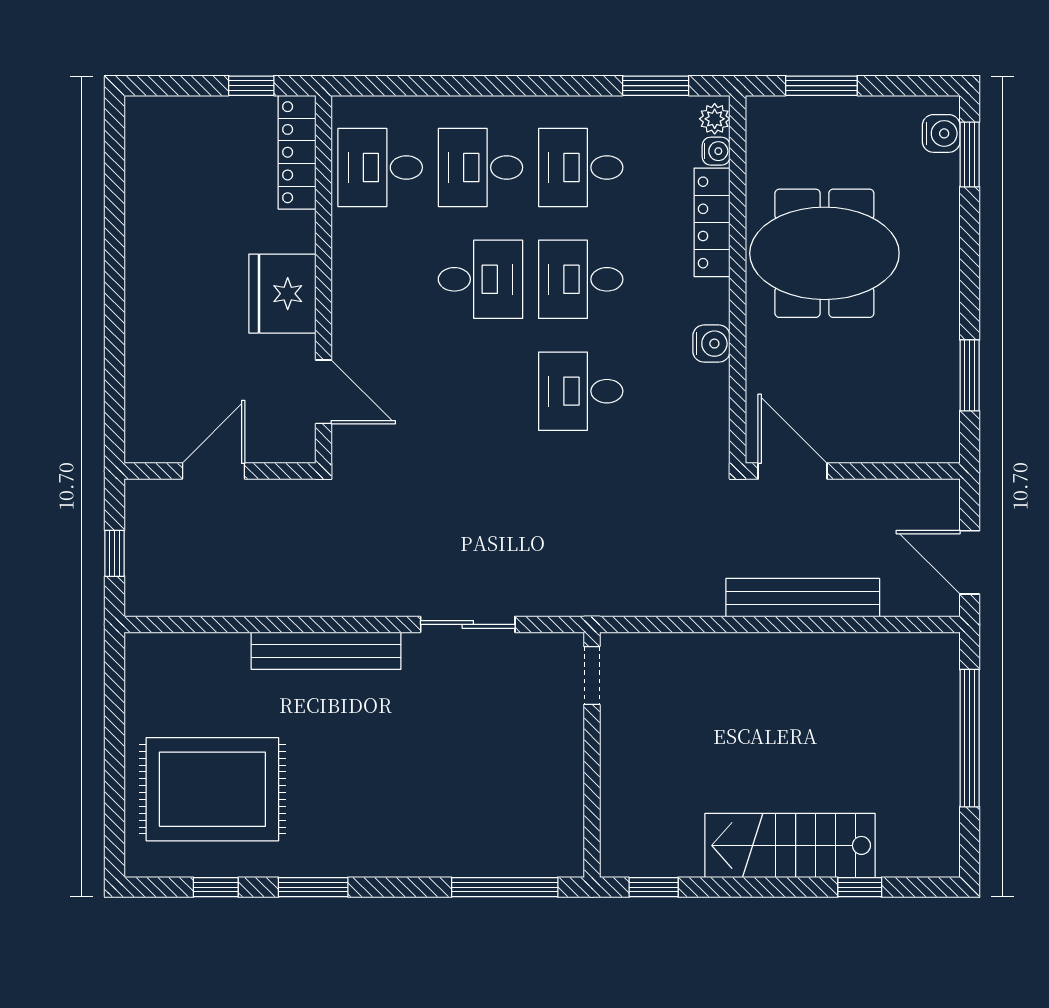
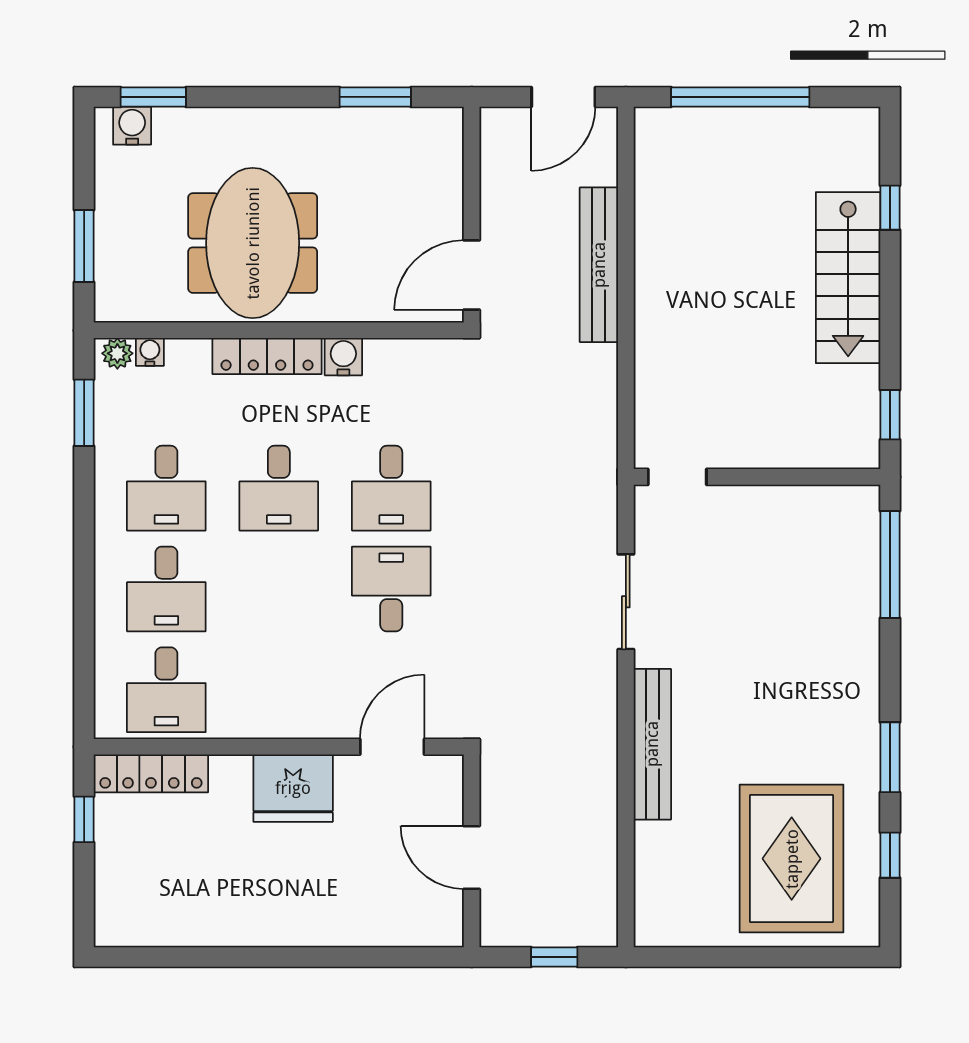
locker: (712, 222) -> (267, 356), moved
desk: (480, 279) -> (391, 589), moved

